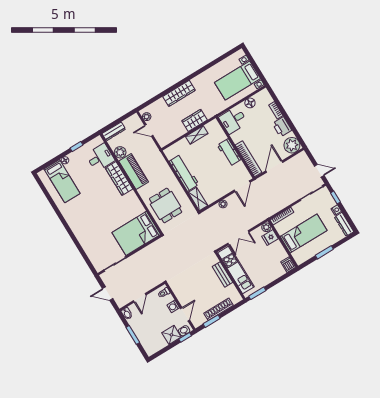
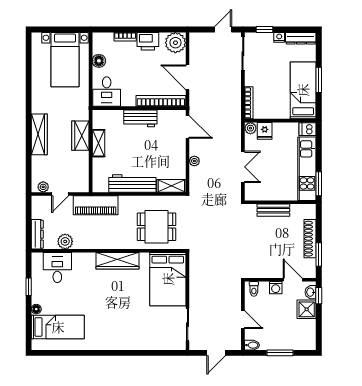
piano: (134, 172) -> (96, 205), moved, turned 180
wardrobe: (119, 178) -> (118, 261), moved
bed: (304, 234) -> (303, 90), moved
kitchen unit: (236, 270) -> (307, 169), moved, turned -90

